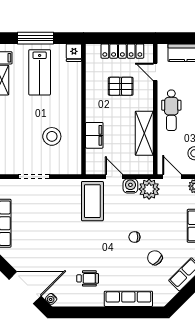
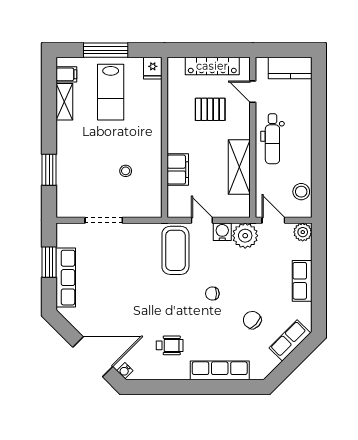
stool: (52, 136) -> (126, 171), width x0.53, depth x0.53
chair: (134, 237) -> (212, 294), moved

